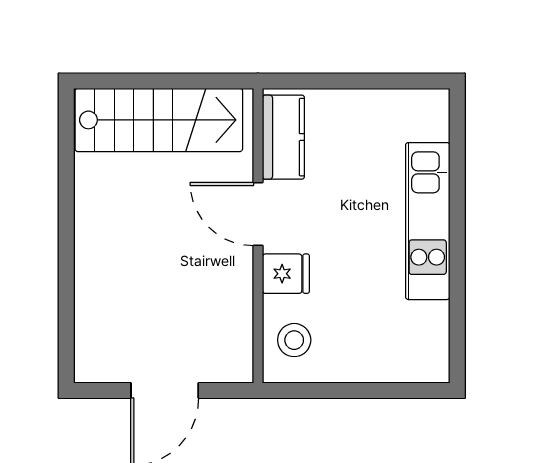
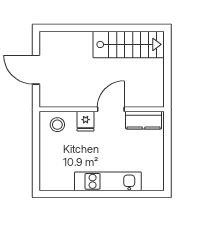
stairs: (159, 120) -> (129, 44), moved, turned -90

